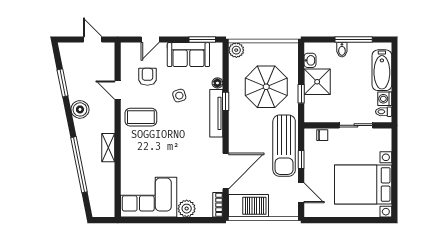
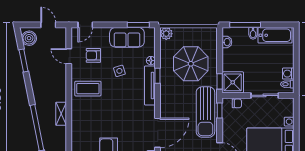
door: (150, 40) -> (85, 25), moved
window: (354, 40) -> (245, 25), moved
bathtub: (382, 70) -> (275, 35), moved, turned -90
armchair: (147, 77) -> (93, 55), turned -90
shower: (317, 82) -> (233, 82), moved
door: (118, 90) -> (69, 56), moved
window: (301, 94) -> (220, 81), moved
boiler: (80, 109) -> (29, 38), moved
window: (301, 160) -> (220, 111), moved

